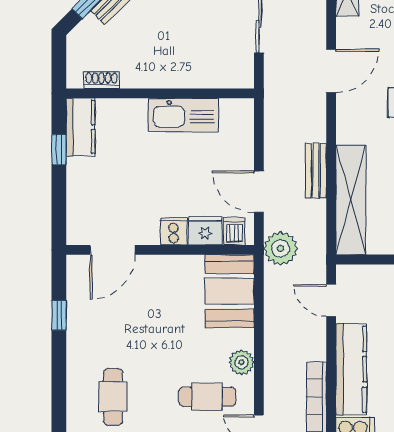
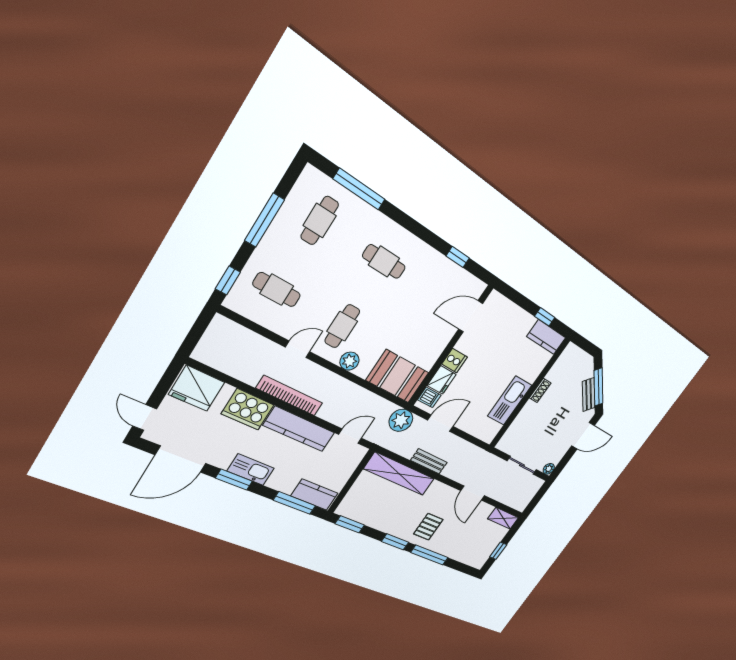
shoe rack: (102, 80) -> (540, 390), moved
door: (113, 250) -> (471, 316), hinge flipped

